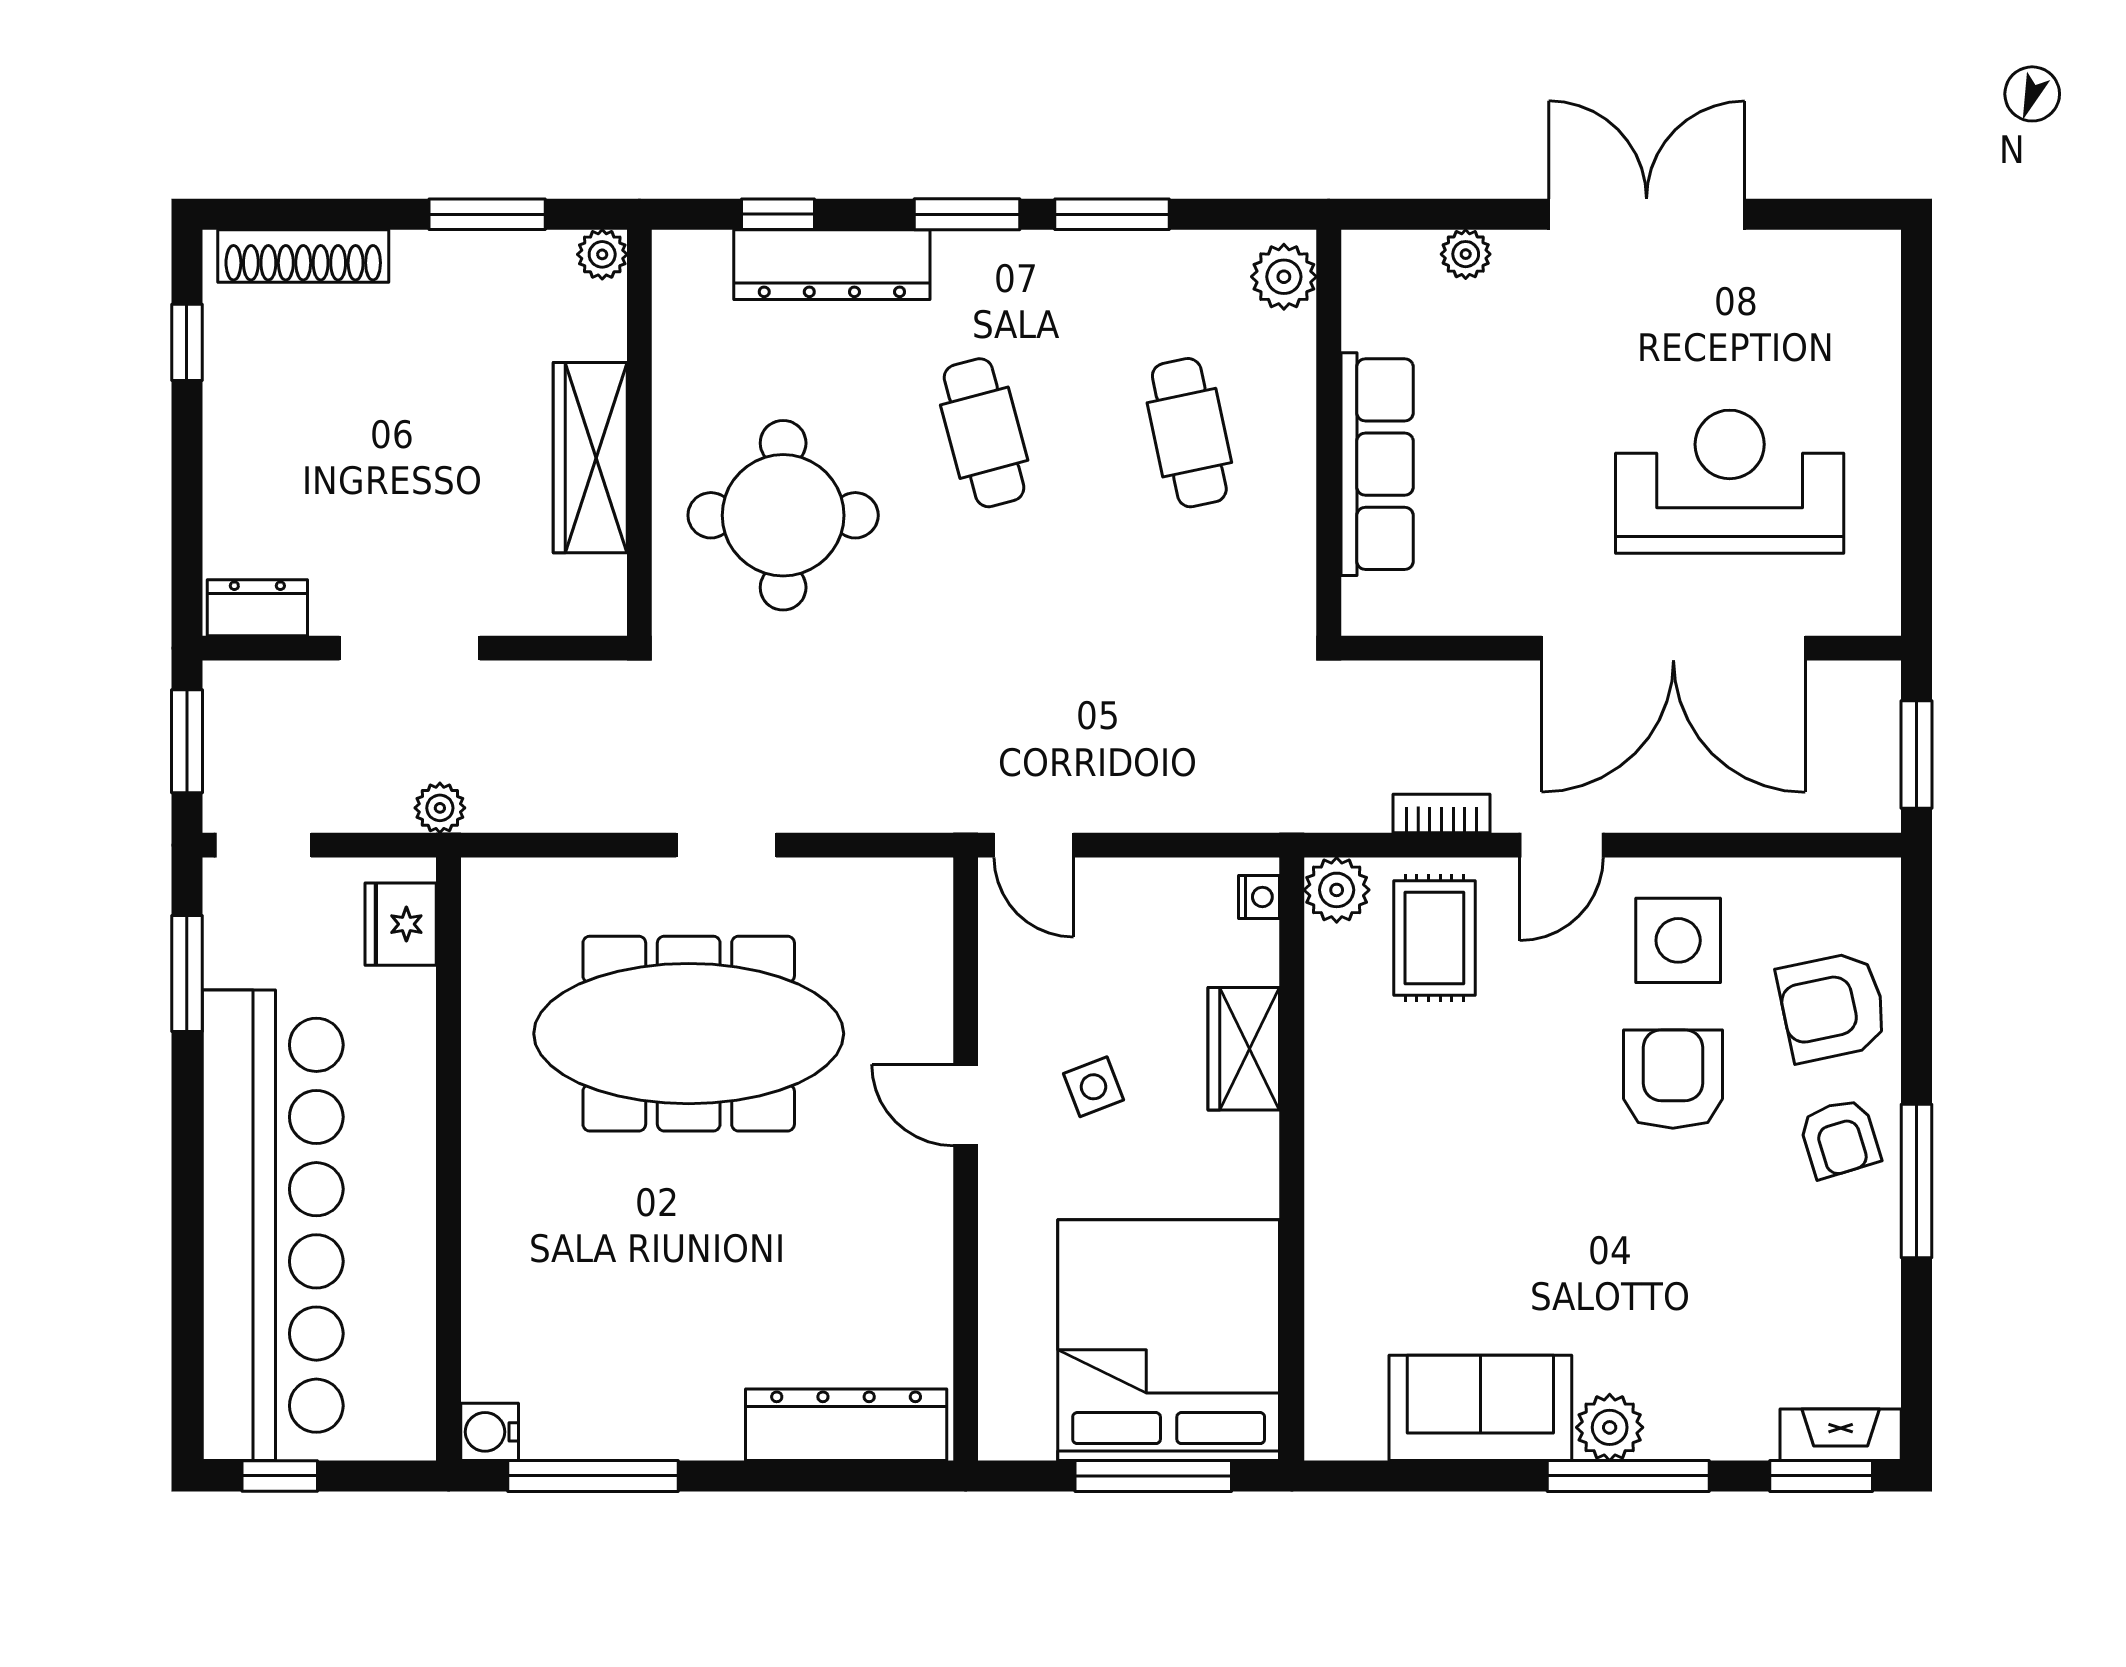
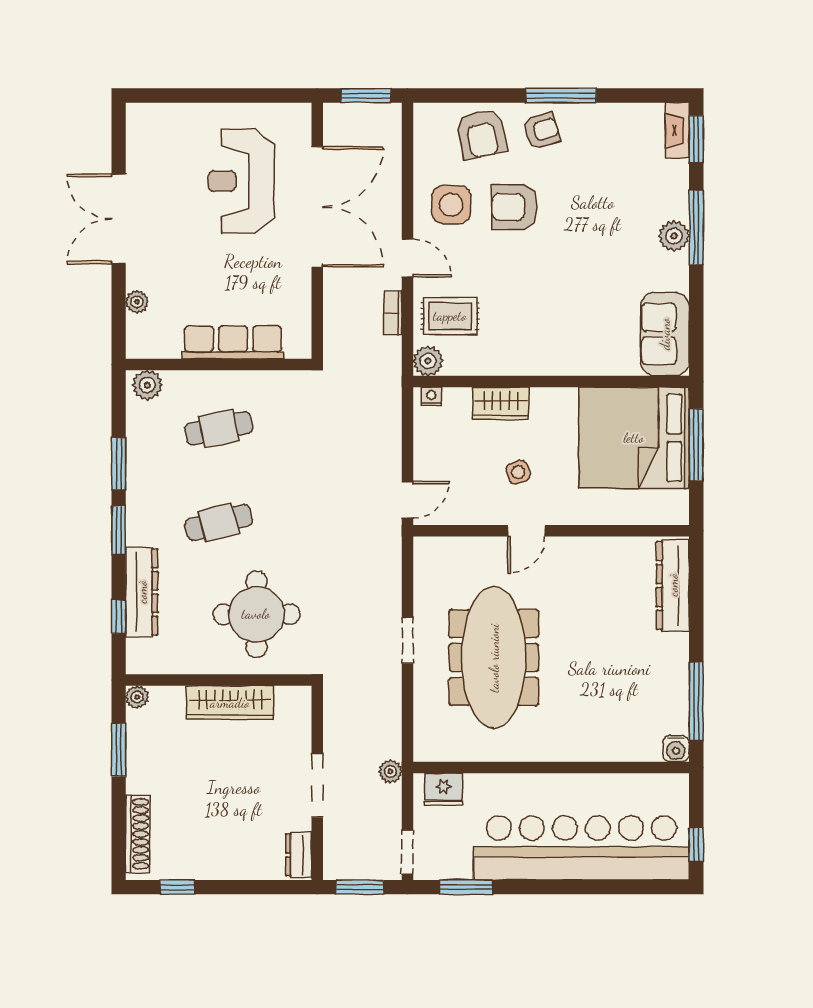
sofa: (1480, 1408) -> (665, 334), moved

